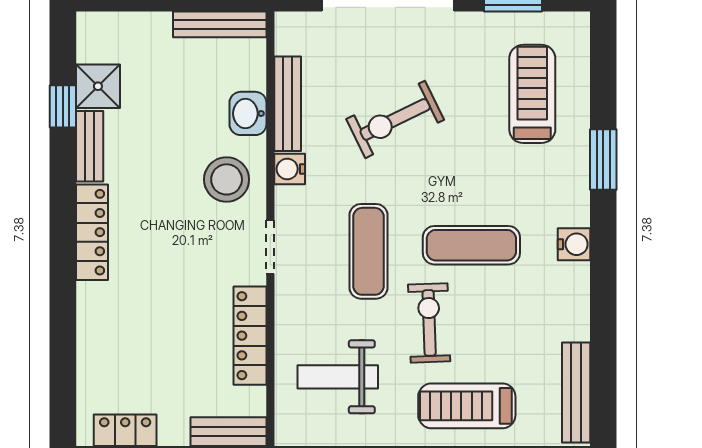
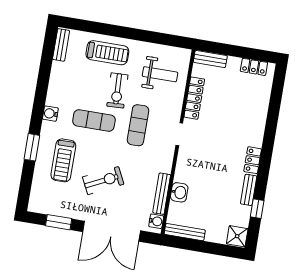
shower: (98, 86) -> (237, 236), moved
treadmill: (532, 94) -> (63, 160), moved
exercise bike: (395, 119) -> (103, 181), moved
water cooler: (290, 169) -> (156, 221), moved
stool: (227, 179) -> (193, 166), removed
locker: (92, 232) -> (253, 160), width x0.66
bench: (576, 392) -> (61, 45), width x0.73

